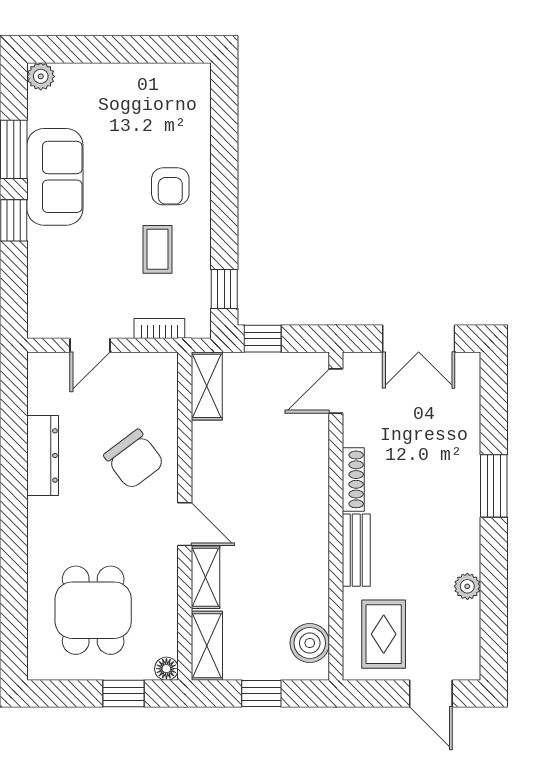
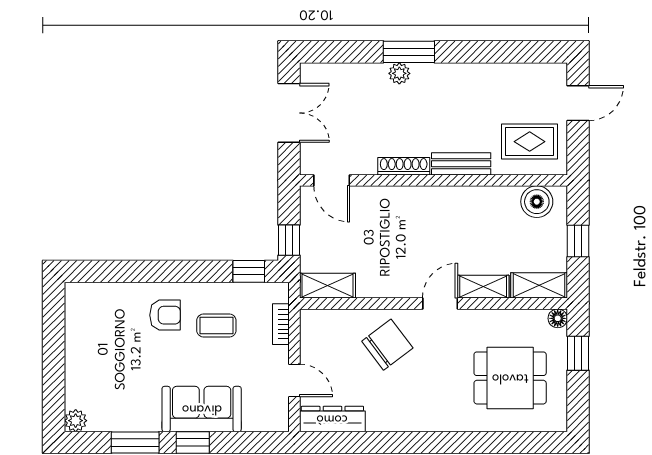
sofa: (55, 177) -> (202, 409), moved
dresser: (43, 455) -> (332, 419), moved
plant: (467, 586) -> (399, 73), moved

